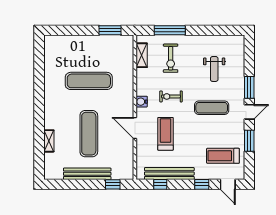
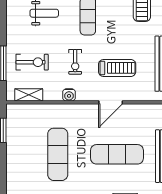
water cooler: (142, 102) -> (69, 95), moved
treadmill: (165, 134) -> (117, 68), turned 180

